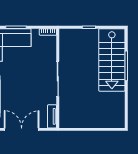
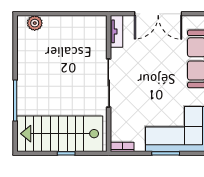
stairs: (112, 60) -> (60, 134), moved, turned -90
plant: (112, 122) -> (35, 23), added

